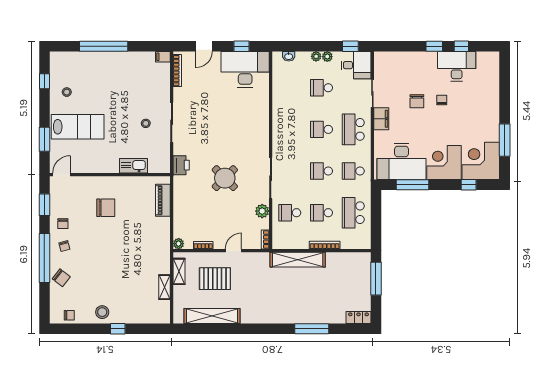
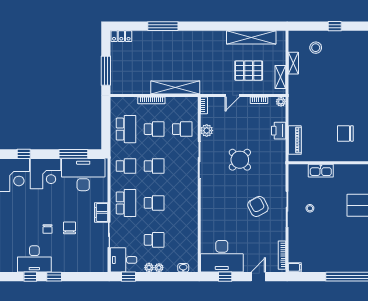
armchair: (204, 125) -> (258, 206), added
printer: (181, 165) -> (279, 131), moved
stool: (102, 312) -> (316, 48), moved

